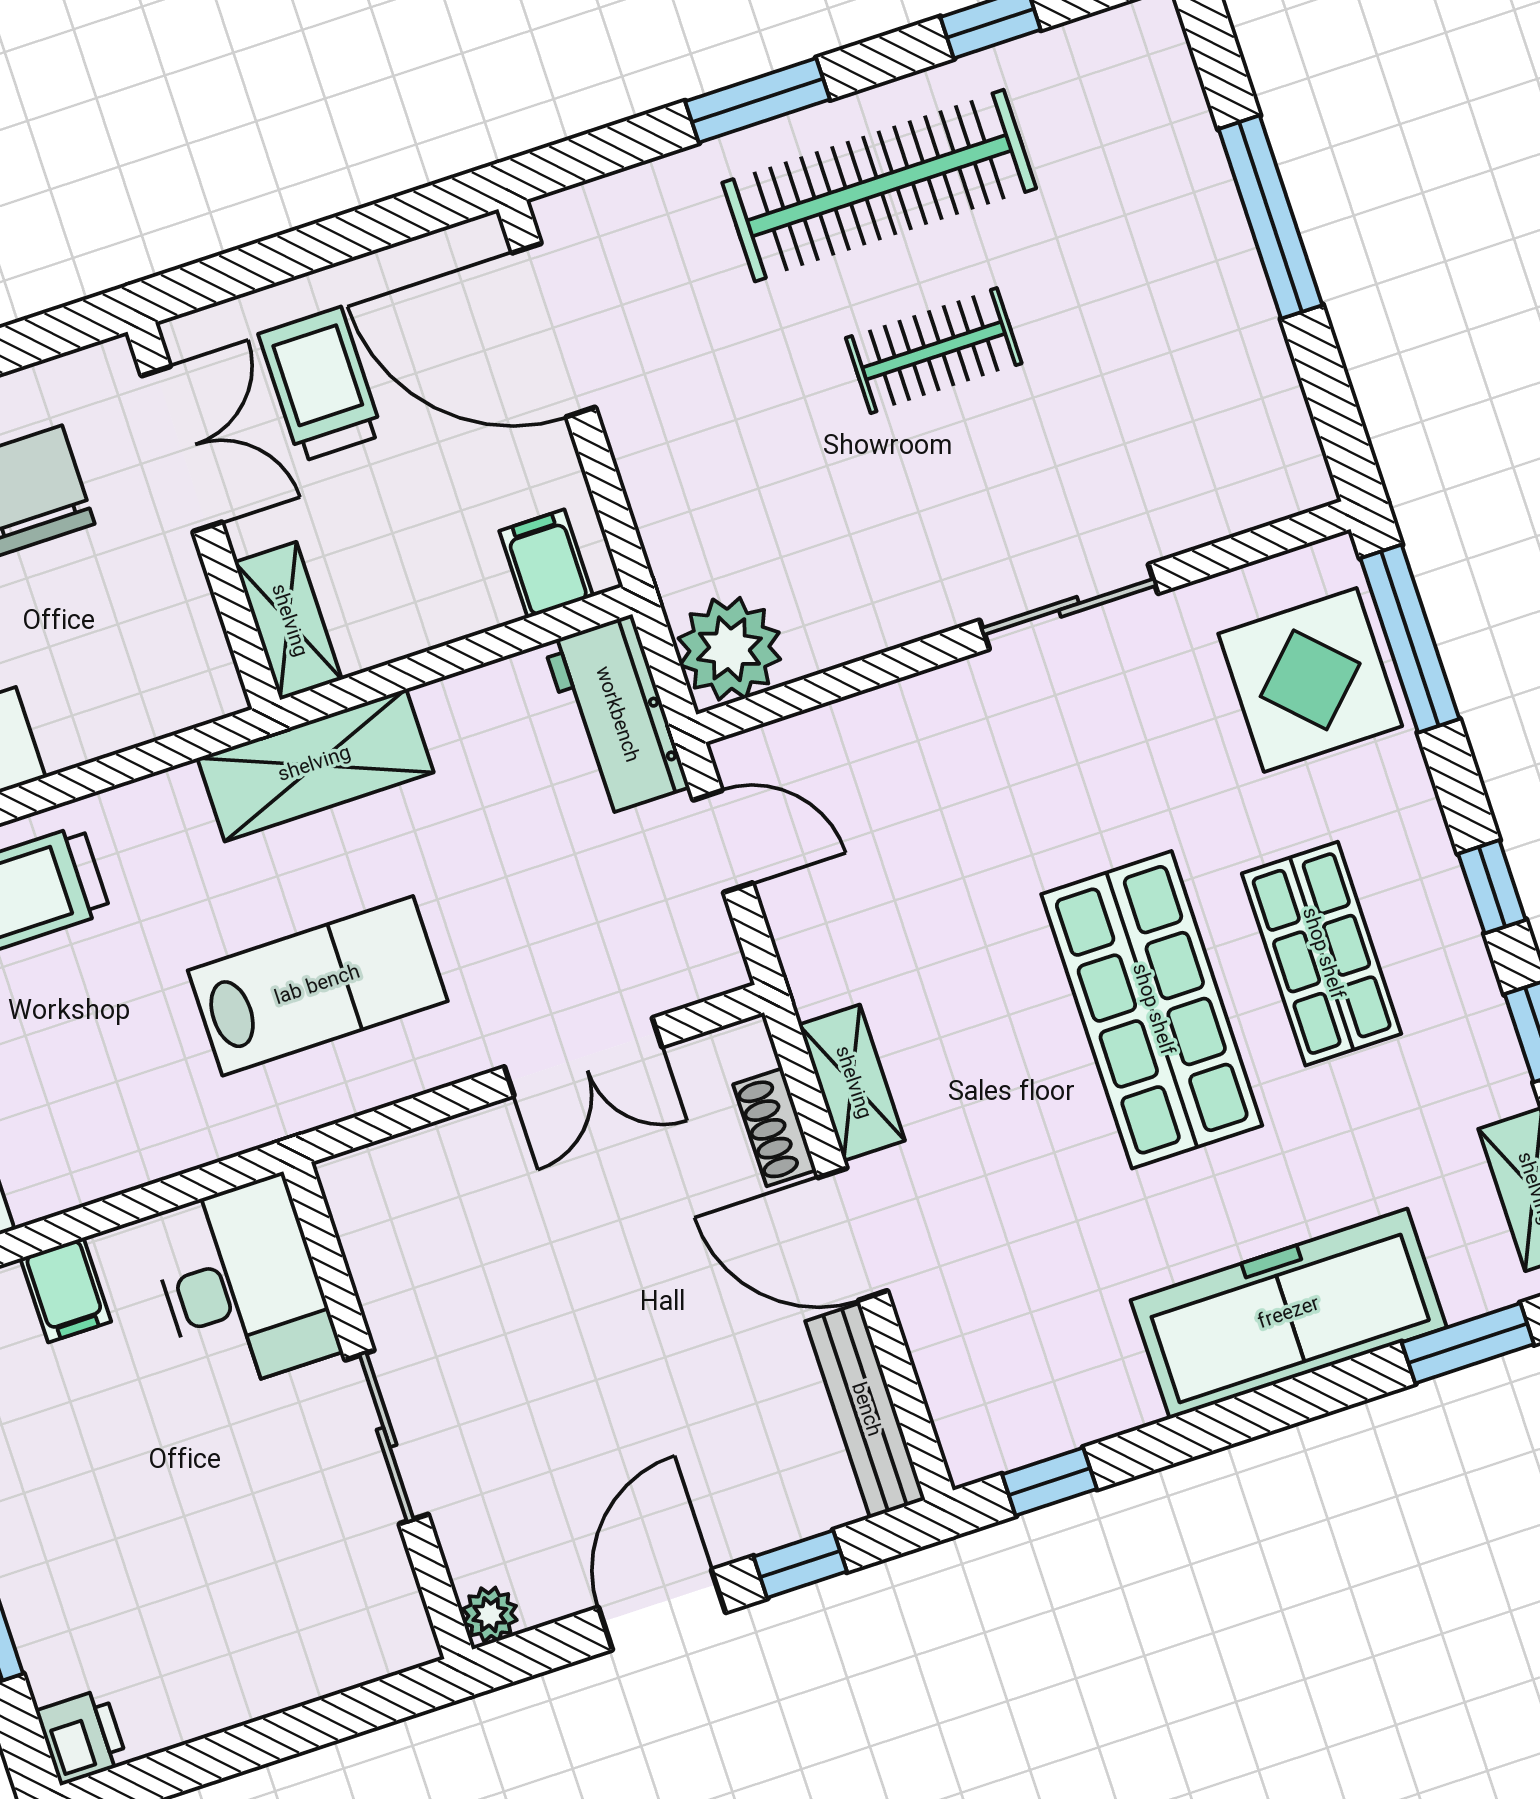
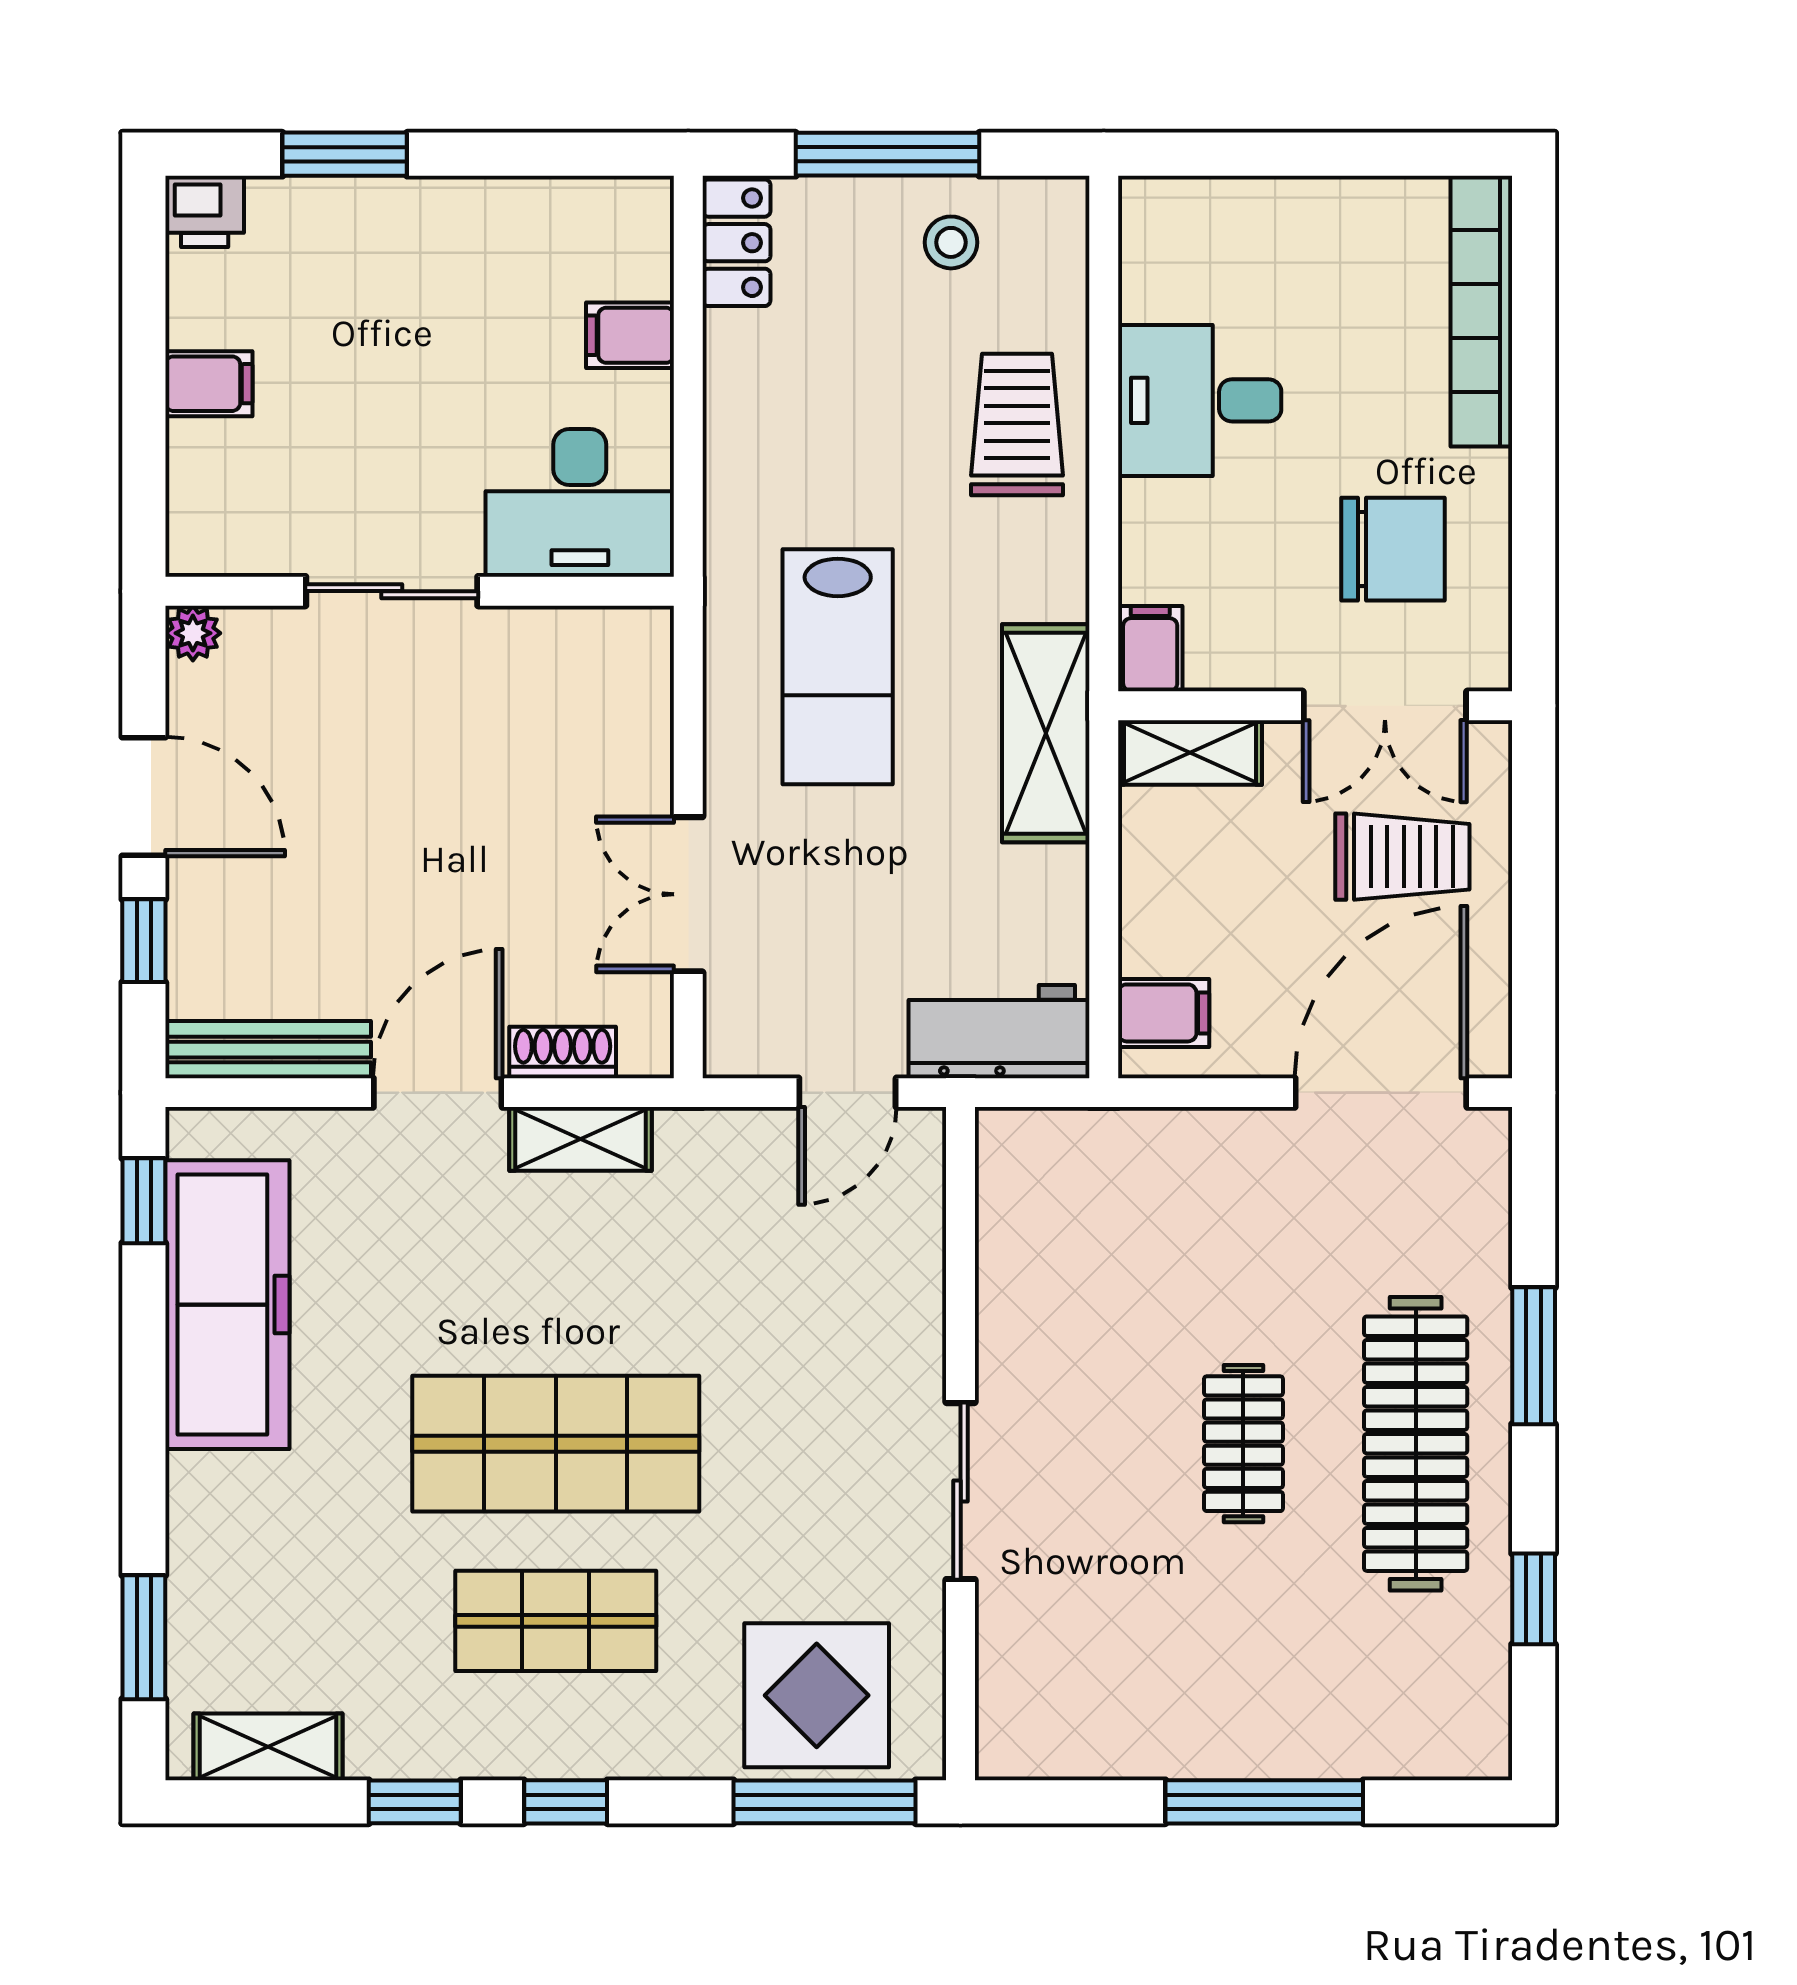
plant: (729, 649) -> (1027, 1159), removed
filing cabinet: (201, 692) -> (1150, 649), added
freezer: (1289, 1314) -> (227, 1305), moved
filing cabinet: (246, 1678) -> (209, 384), added

